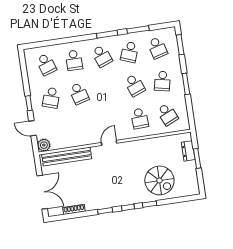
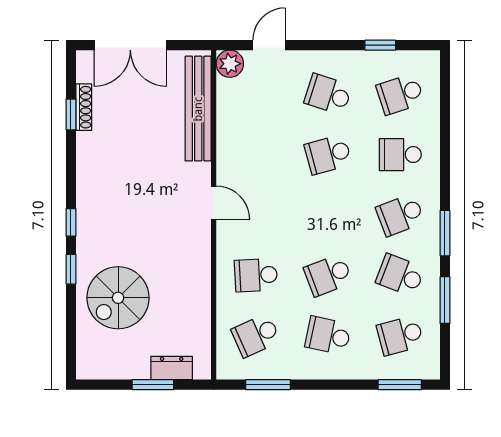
window: (186, 84) -> (268, 385), moved
window: (29, 103) -> (380, 45), moved
window: (105, 211) -> (71, 114), moved

